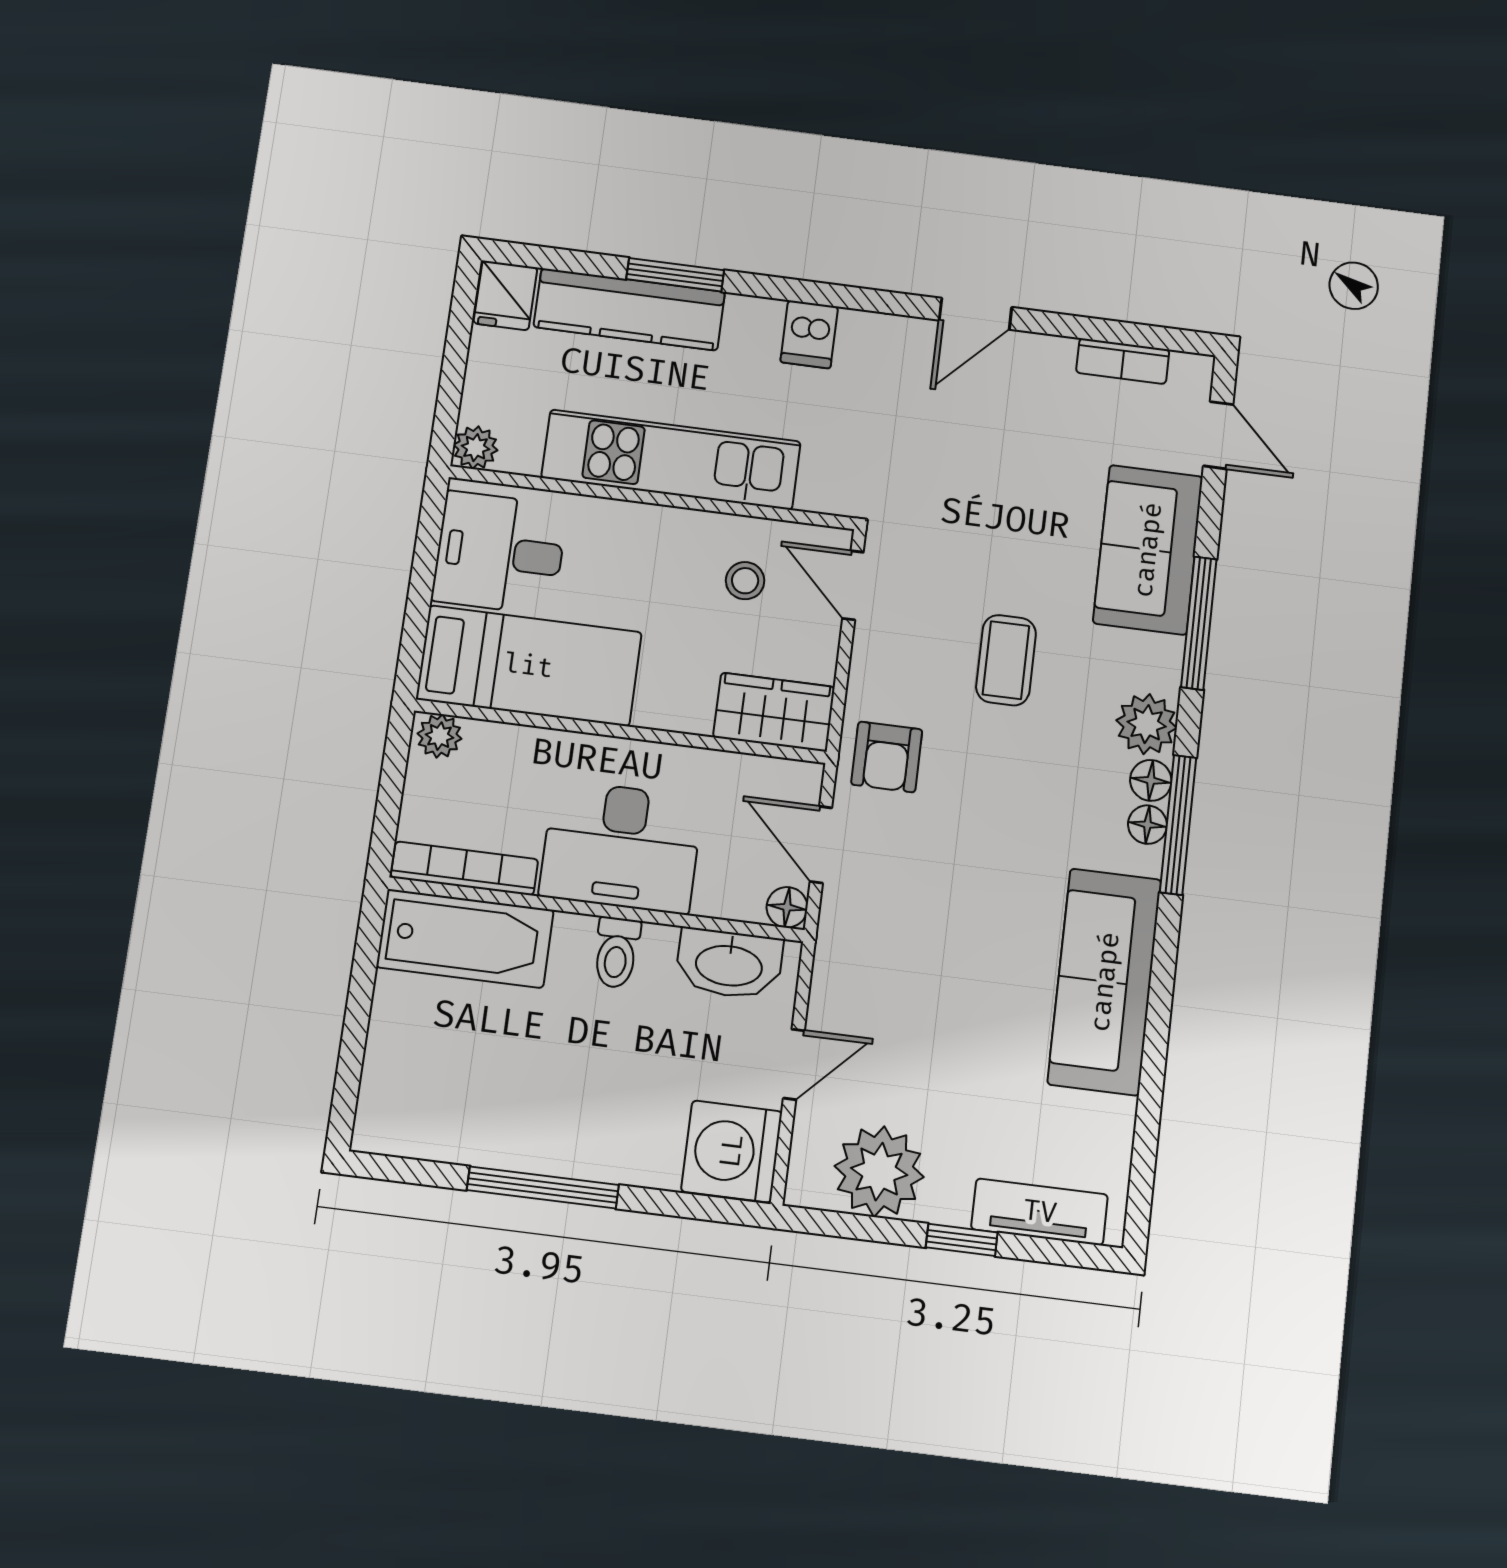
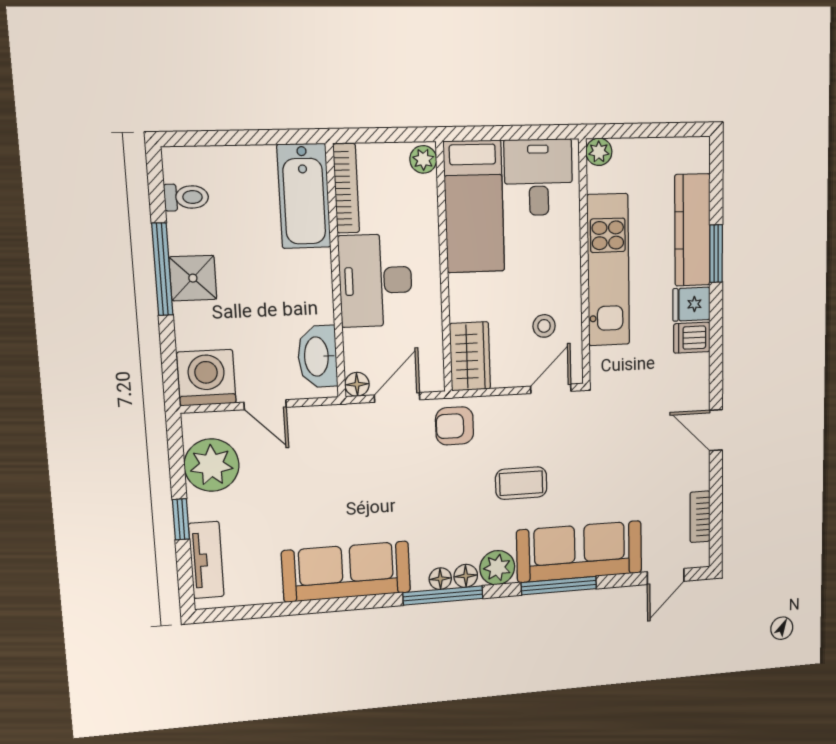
fridge: (505, 295) -> (691, 304), moved
sofa: (1148, 550) -> (580, 552), width x1.36
toilet: (616, 952) -> (186, 197), moved, turned 180
shower: (565, 1141) -> (193, 278), added

